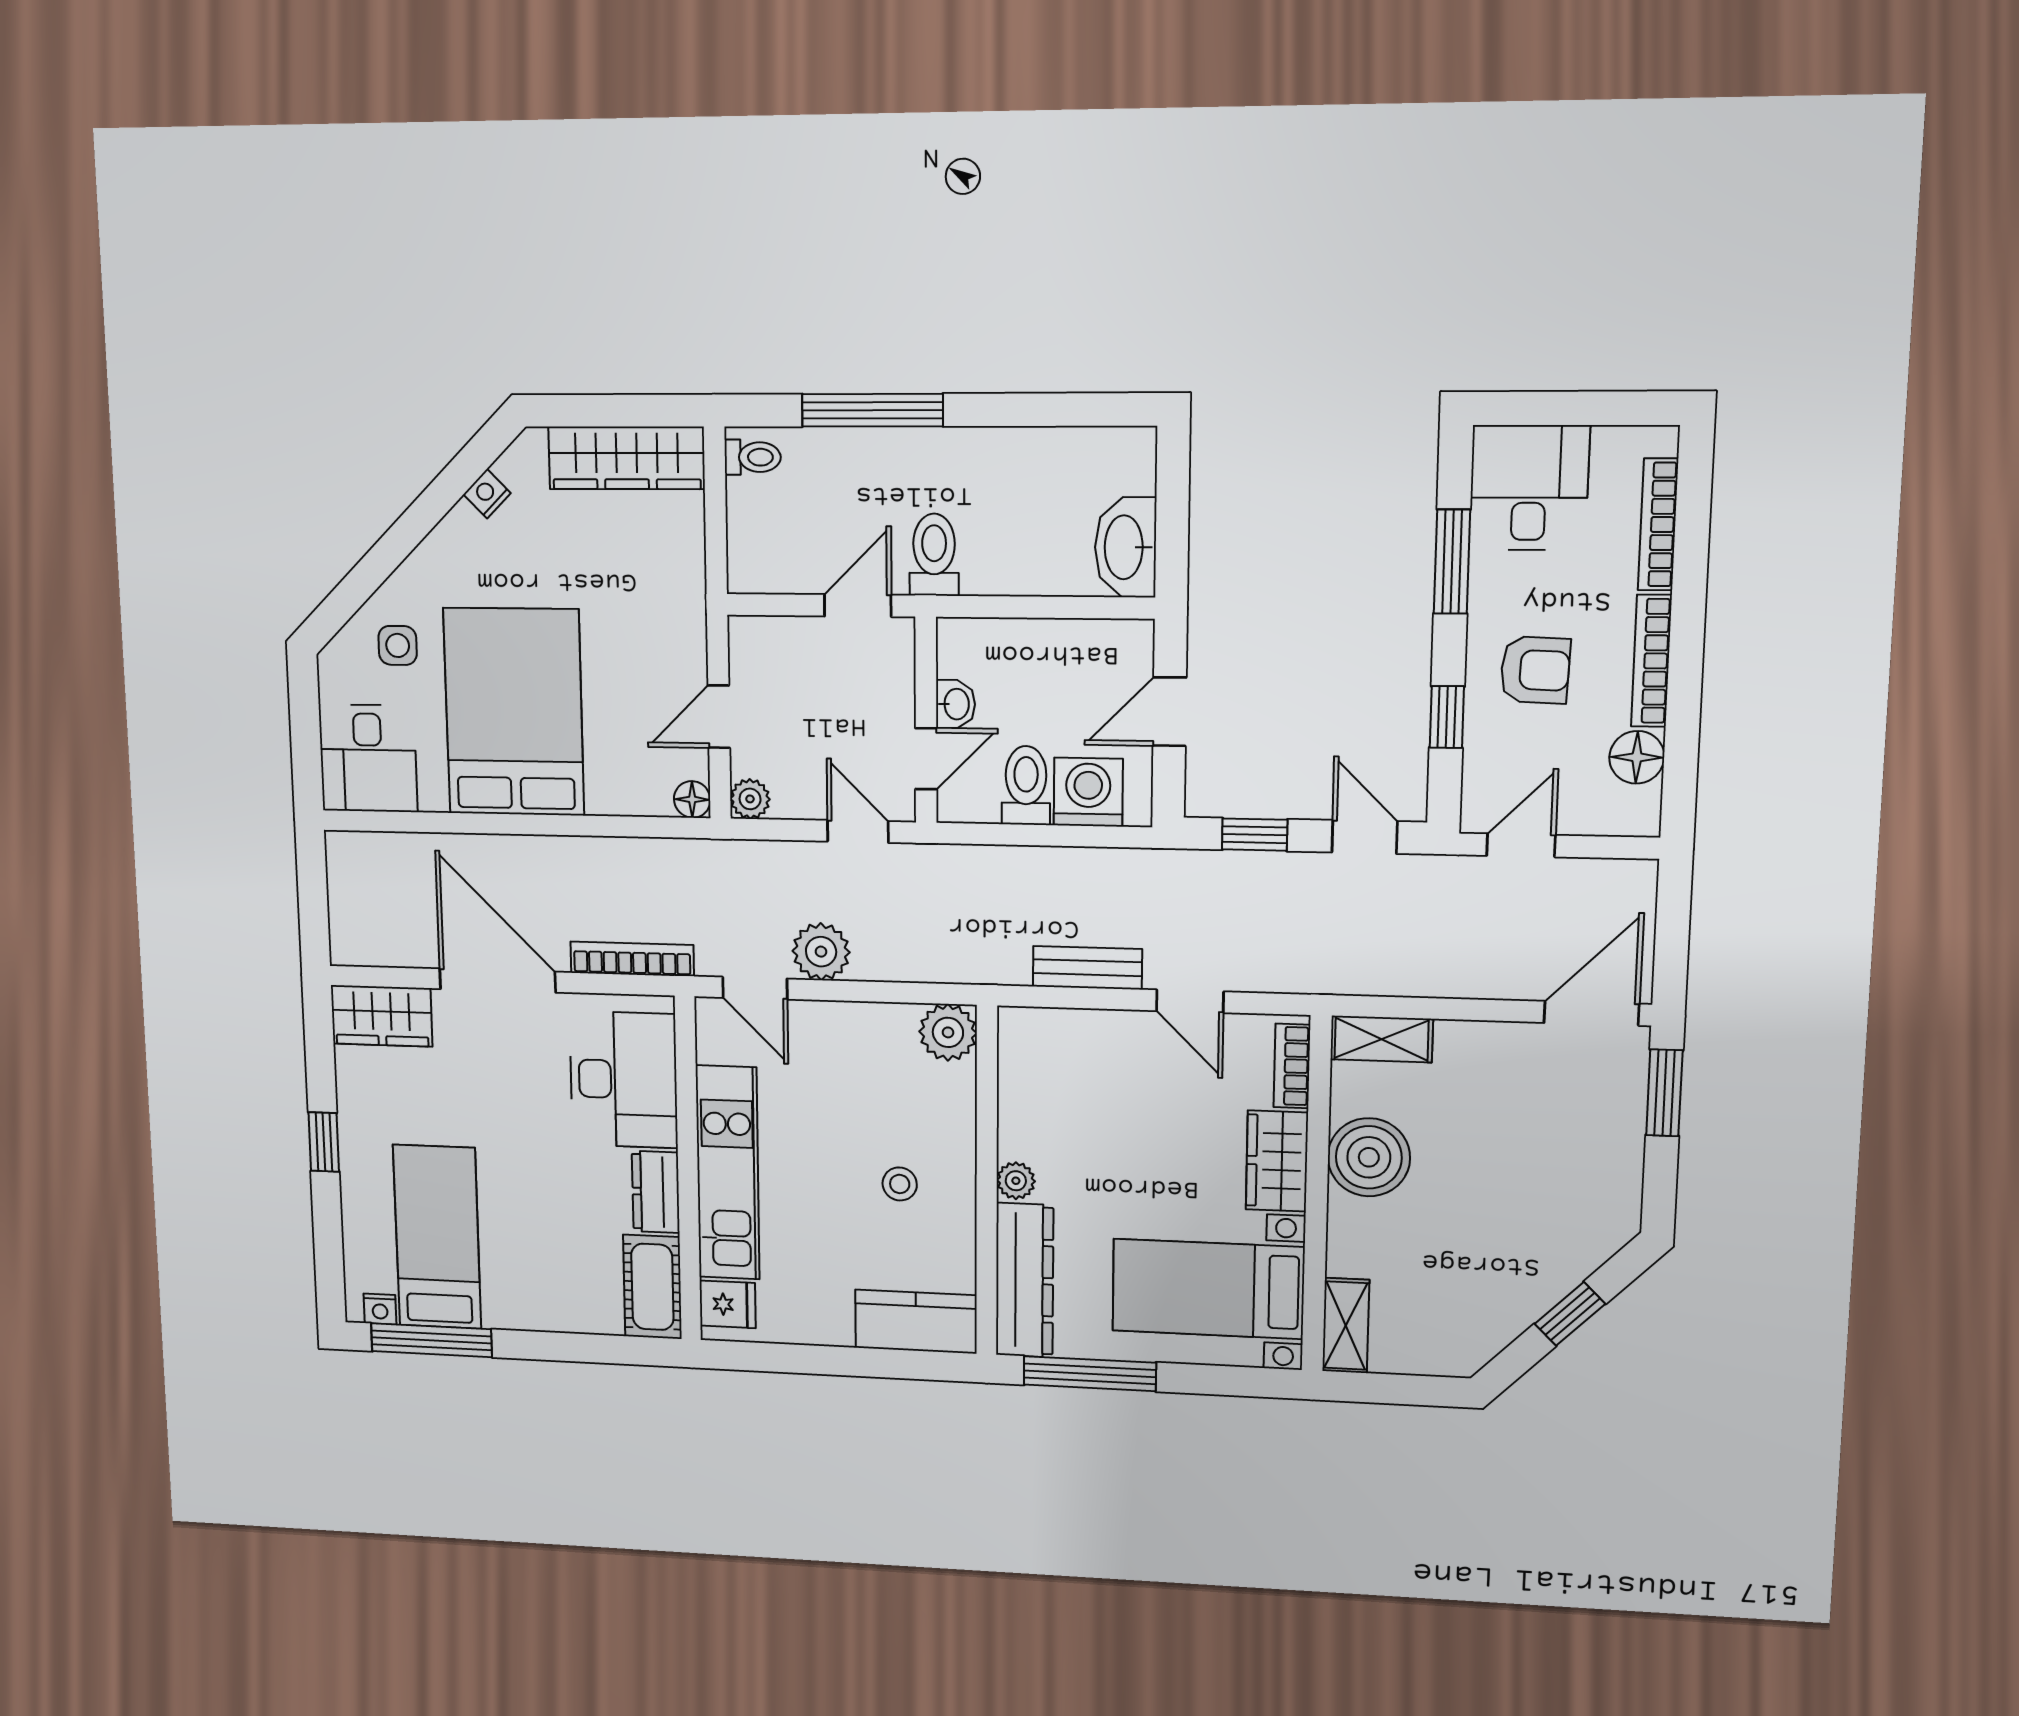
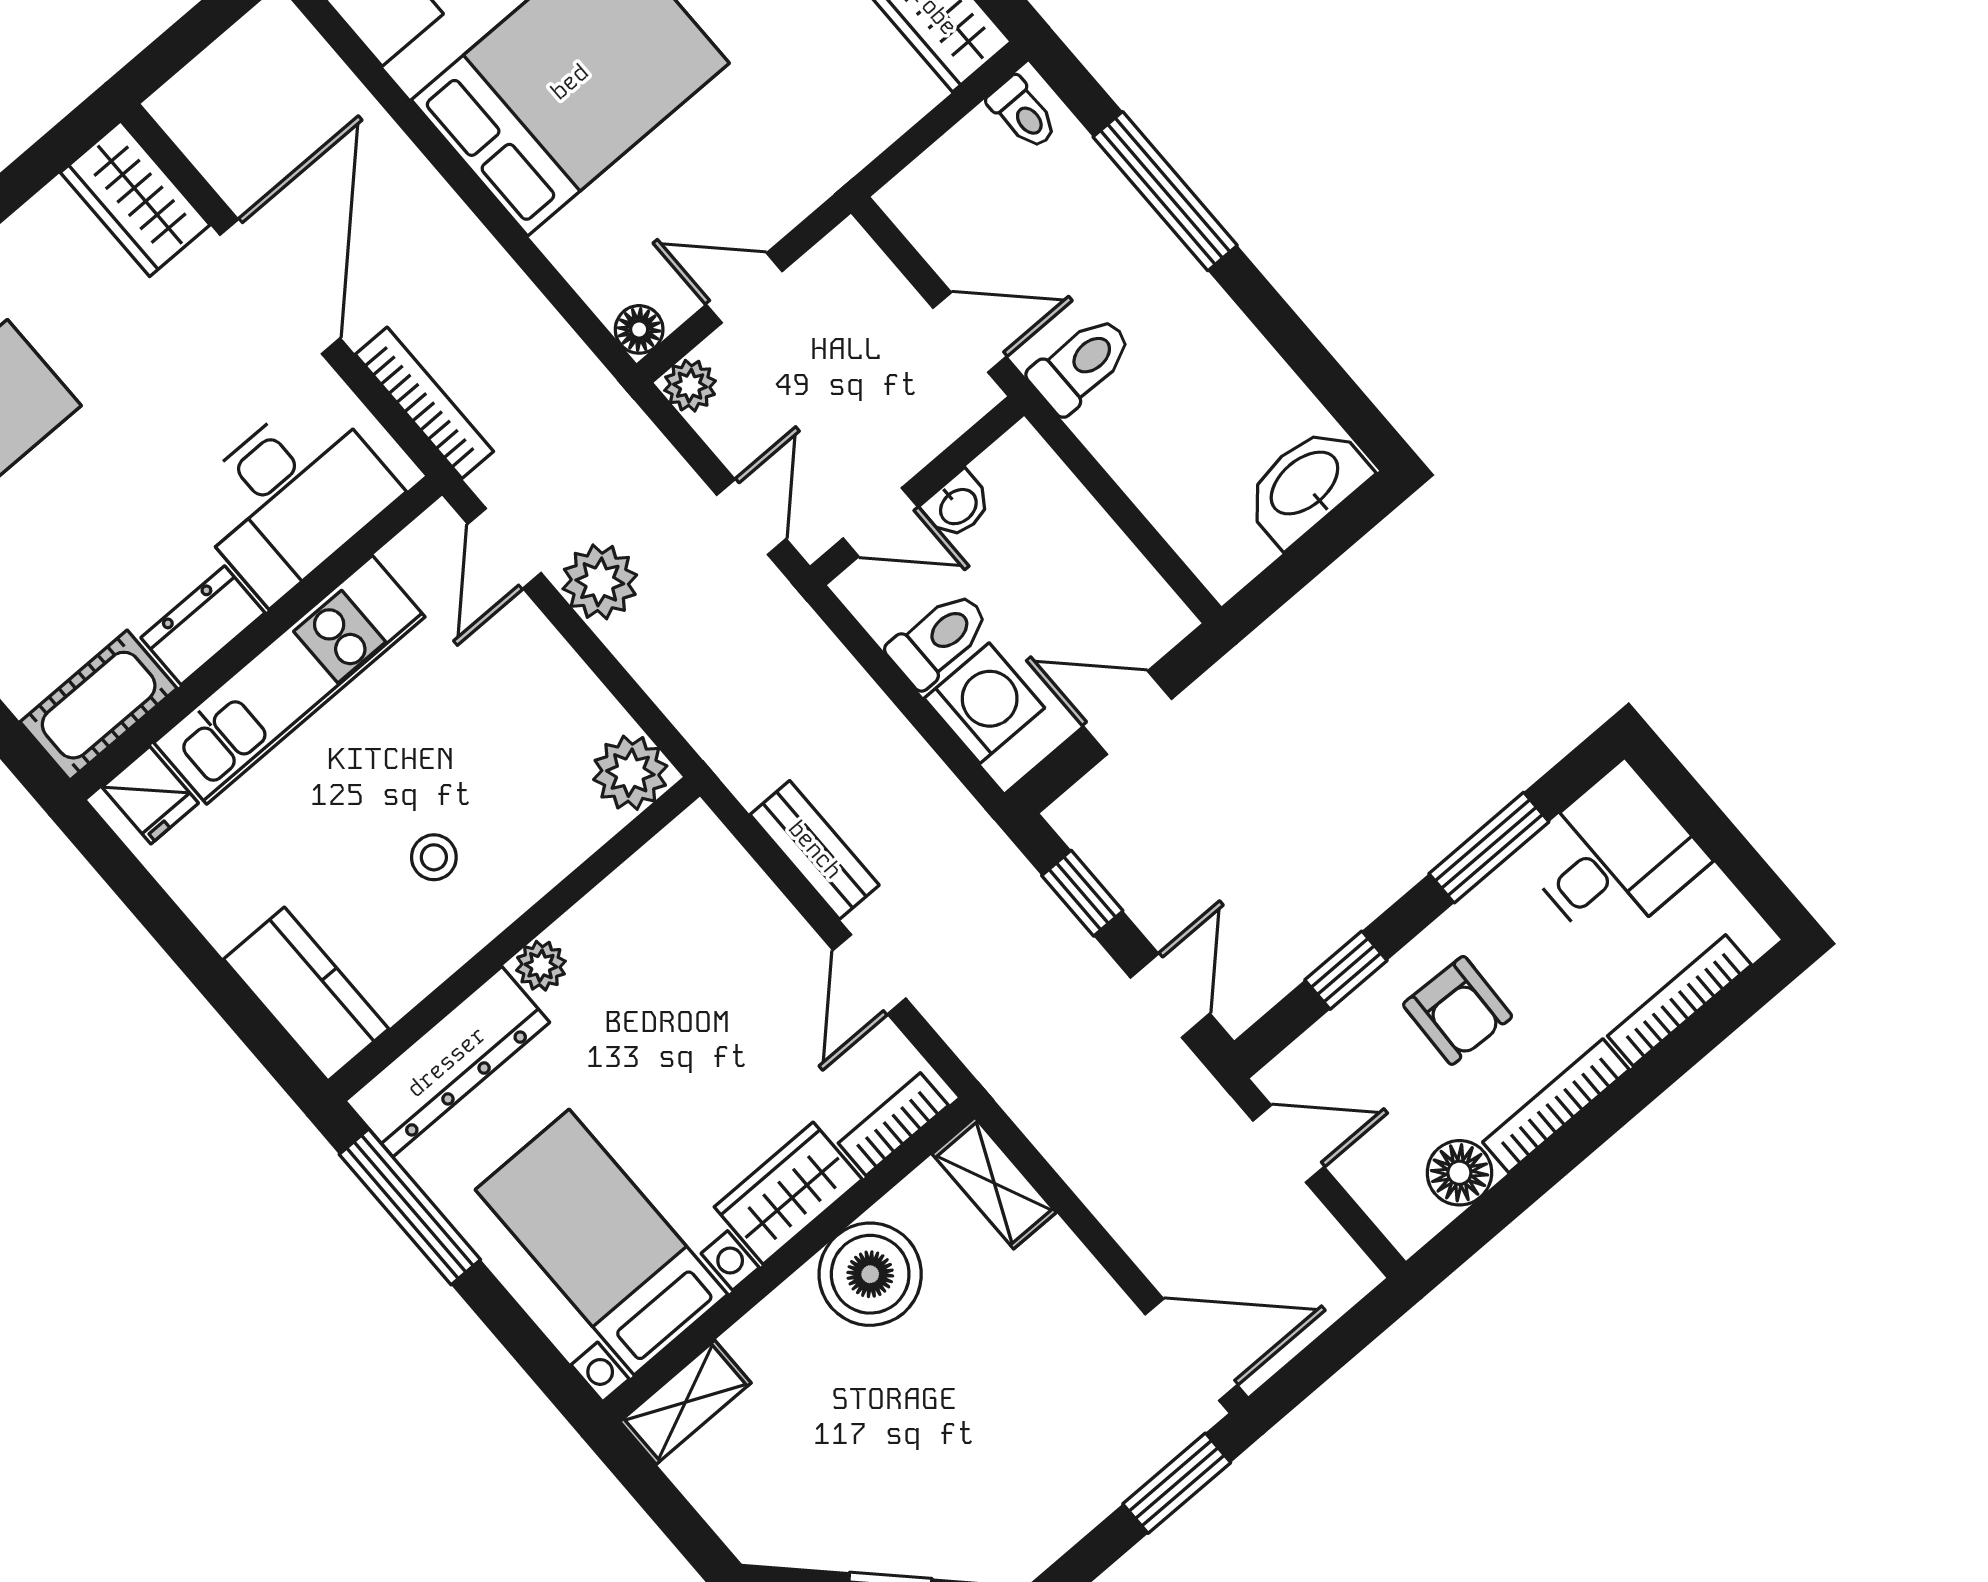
washbasin: (1126, 547) -> (1306, 485), moved

